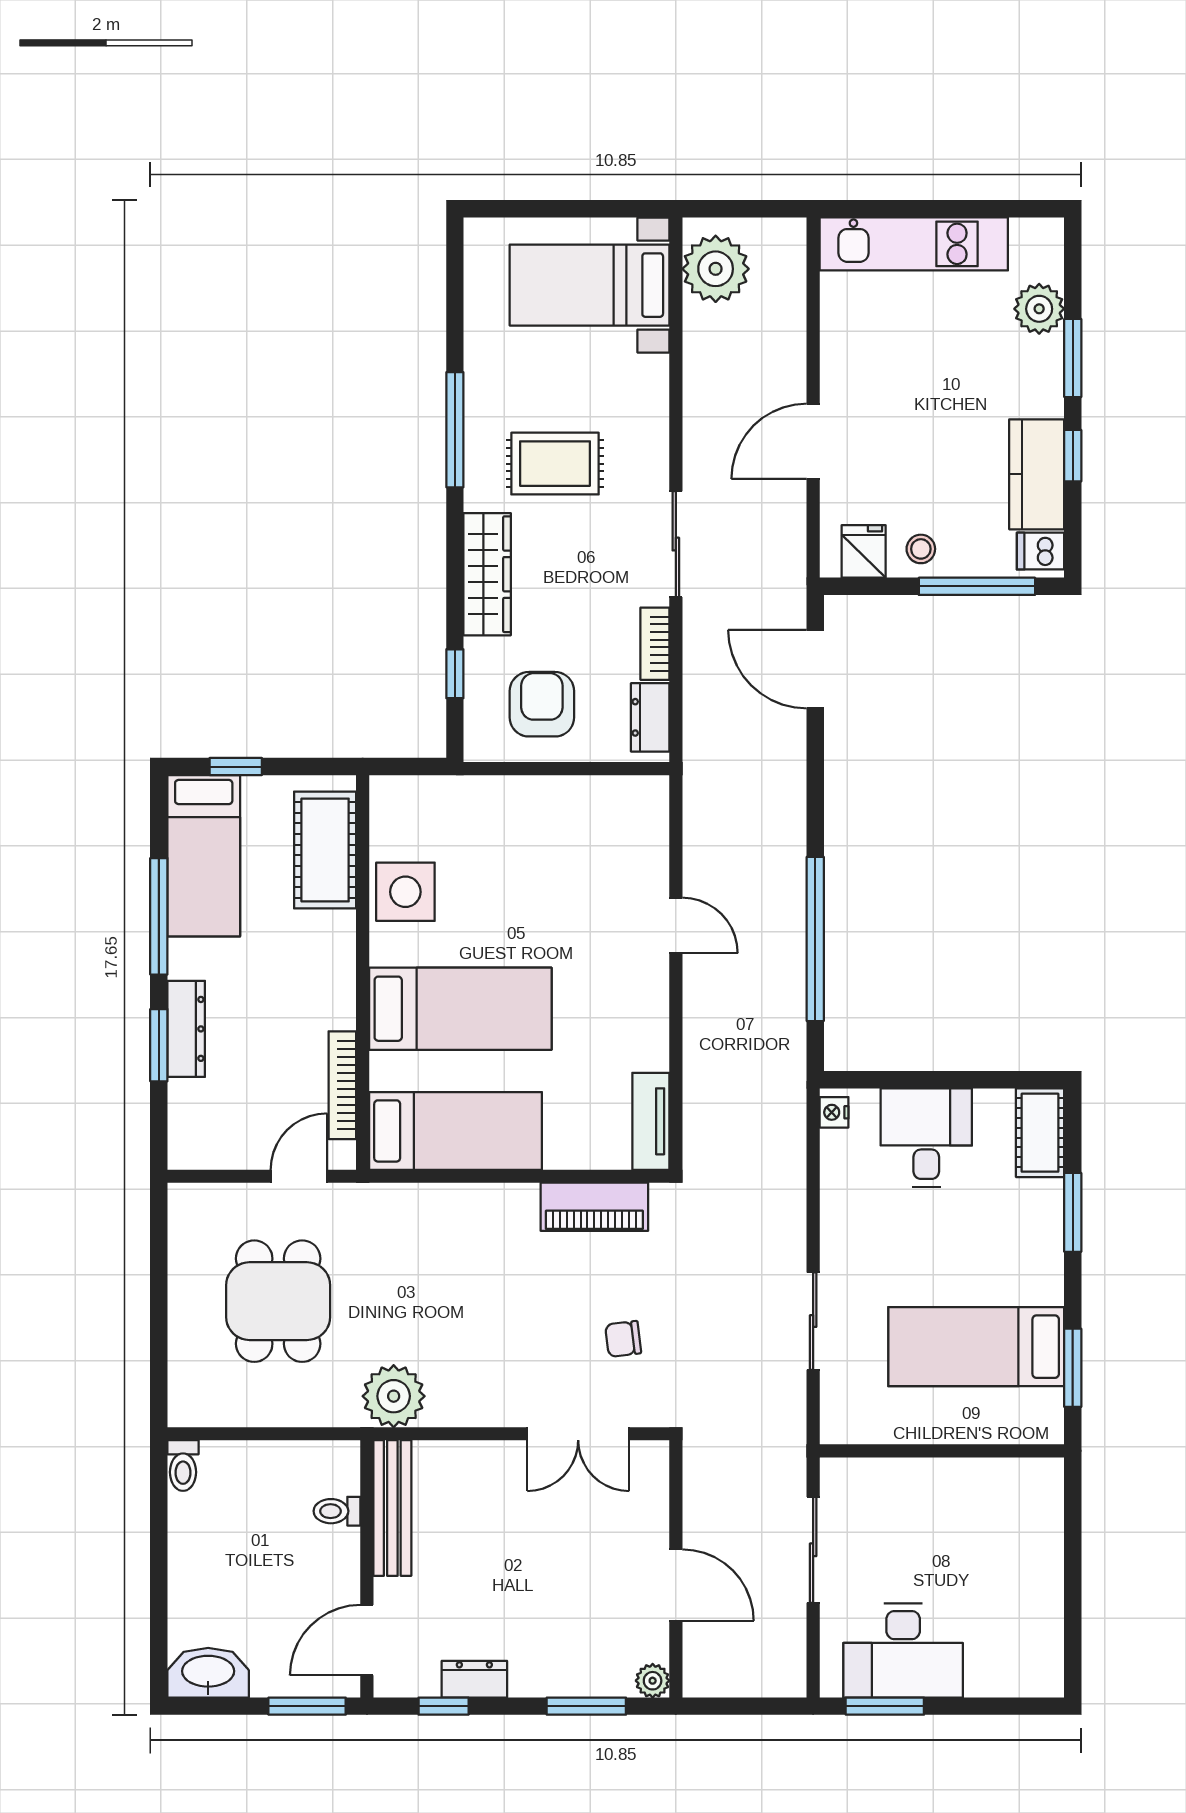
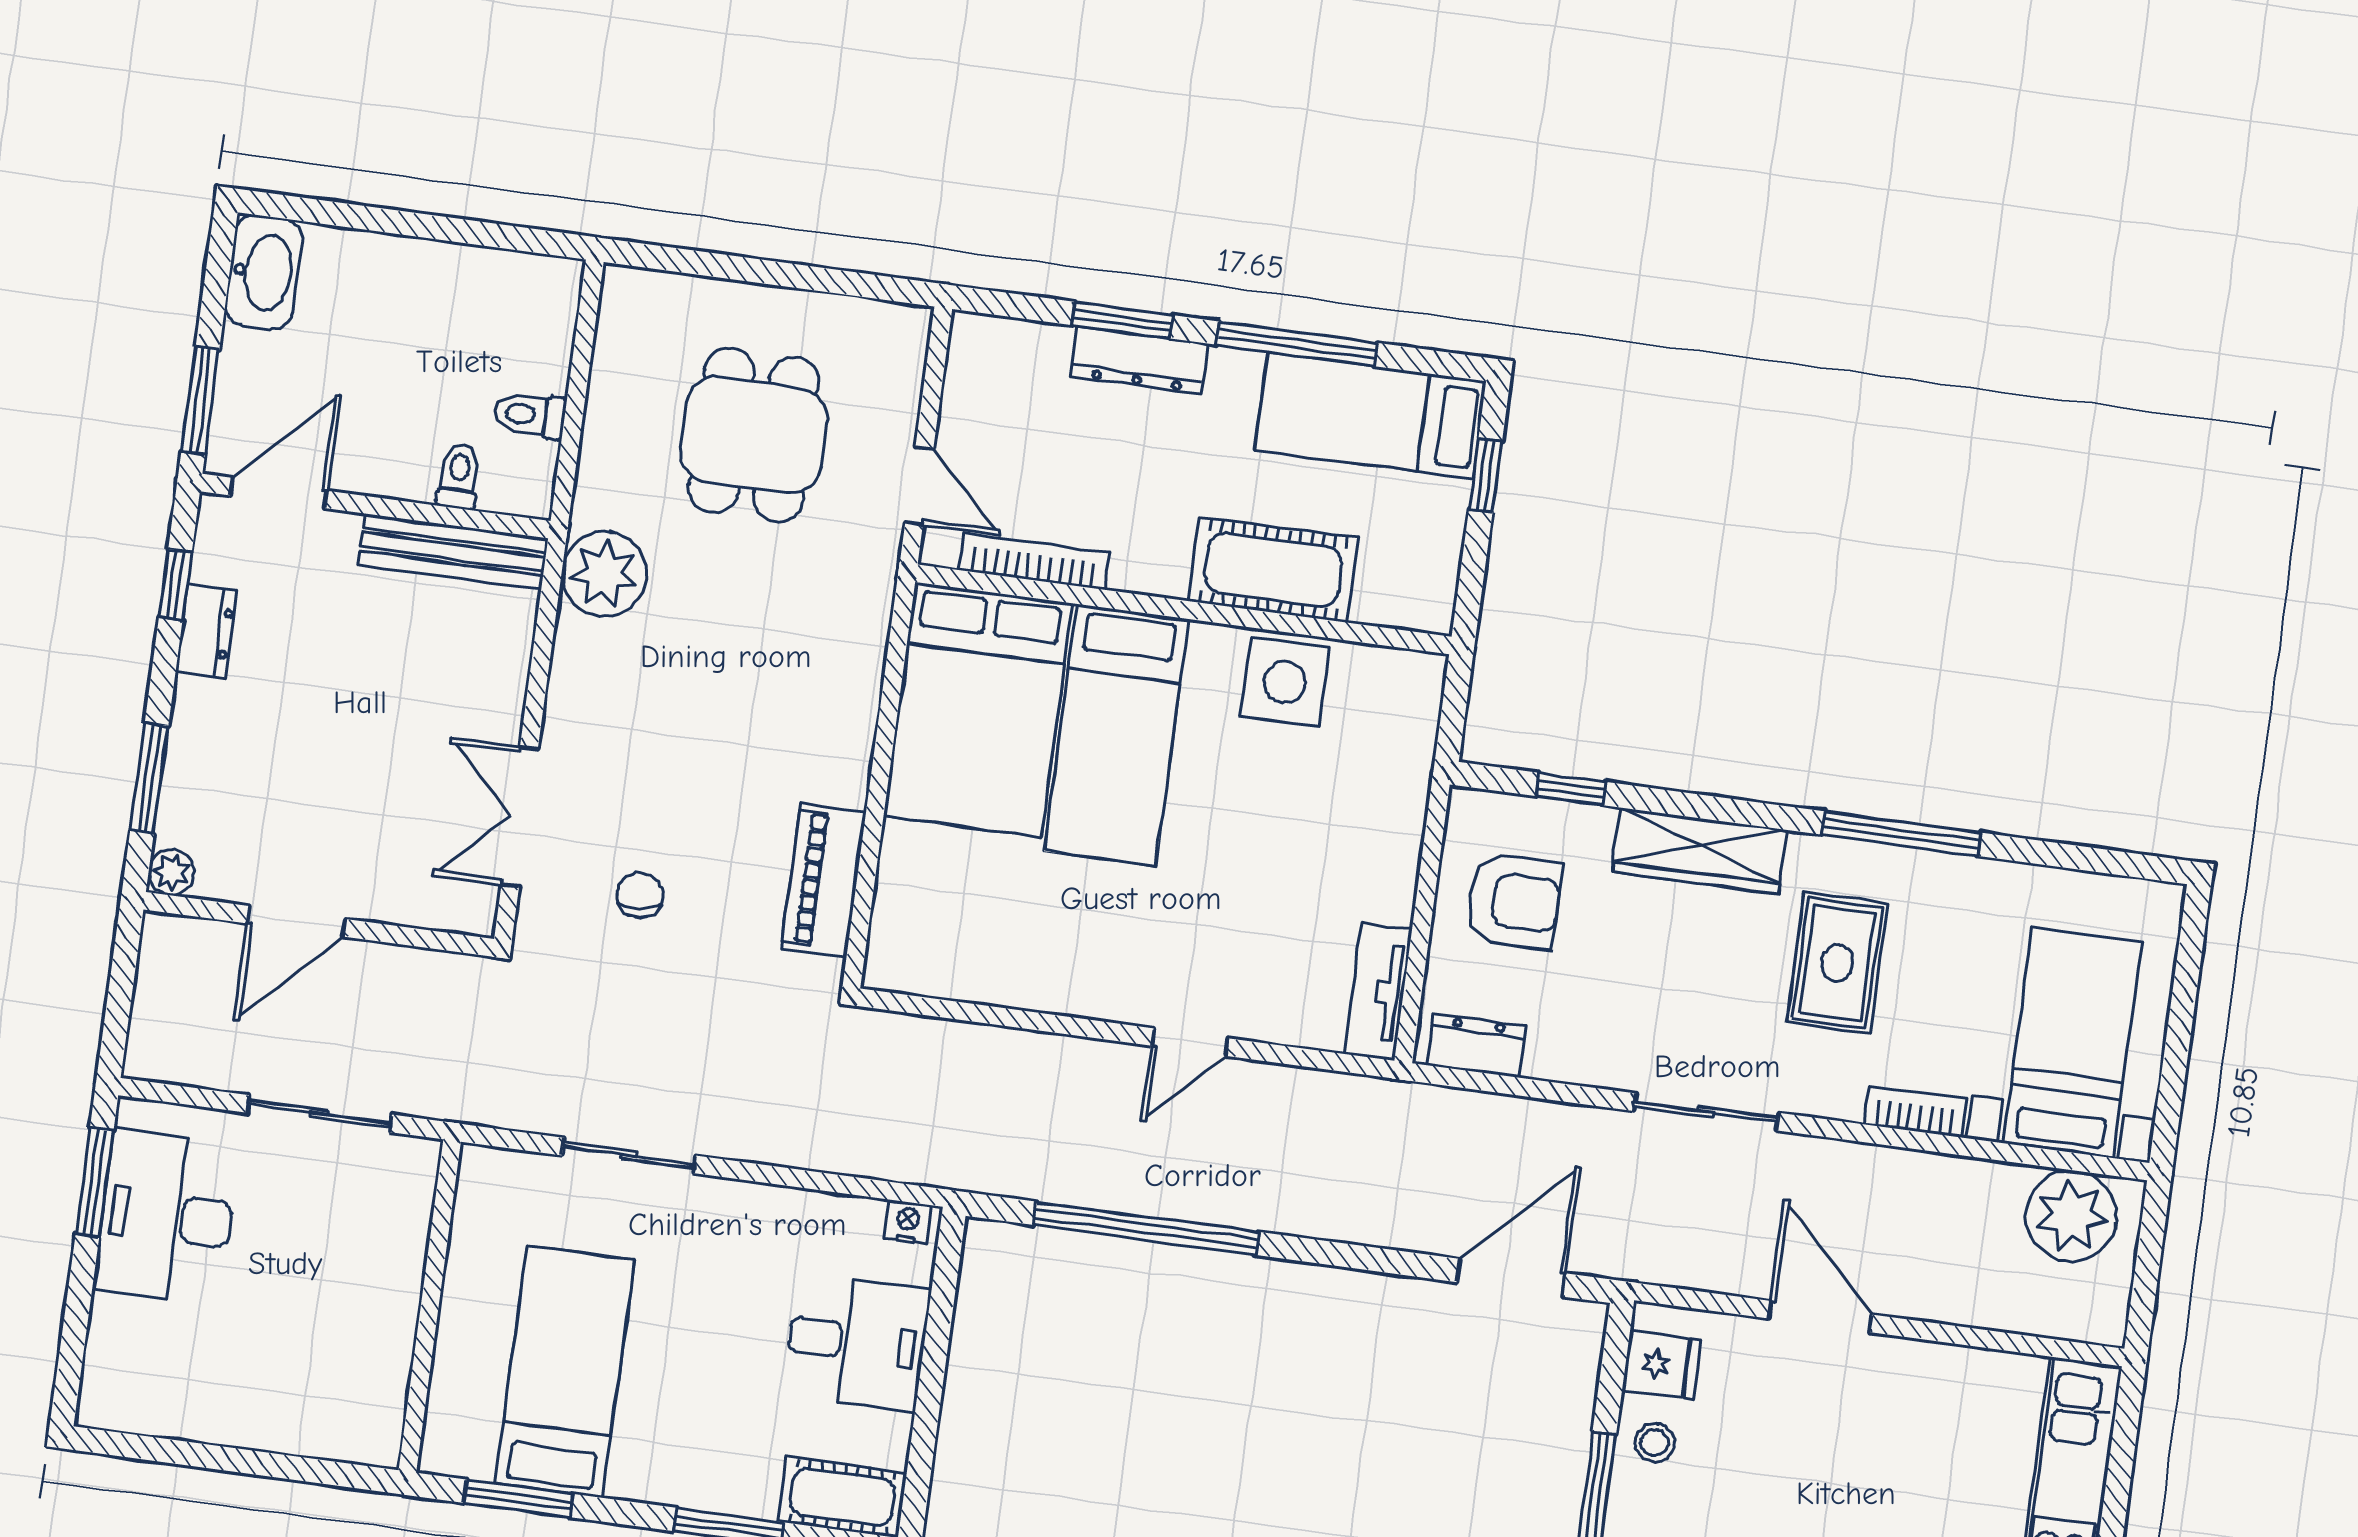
bookcase: (655, 644) -> (1916, 1111), moved
cot: (325, 850) -> (1273, 570), moved
tv unit: (651, 1121) -> (1378, 992), moved, turned -90
bed: (455, 1131) -> (978, 710), width x1.50
dining table: (278, 1301) -> (754, 435), turned 90
toilet: (183, 1466) -> (530, 415), moved
door: (367, 1640) -> (279, 493), hinge flipped

